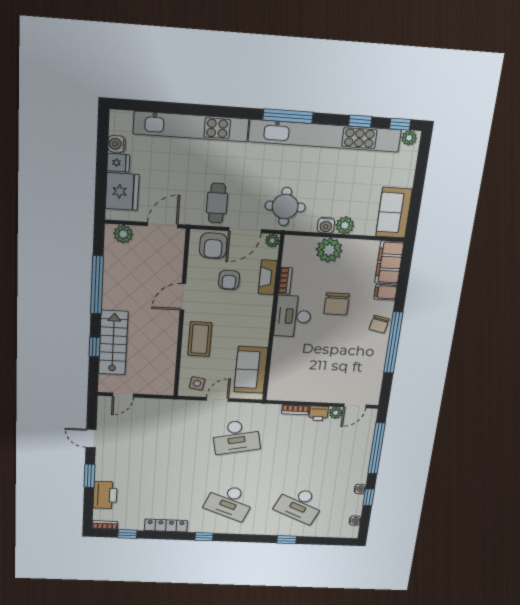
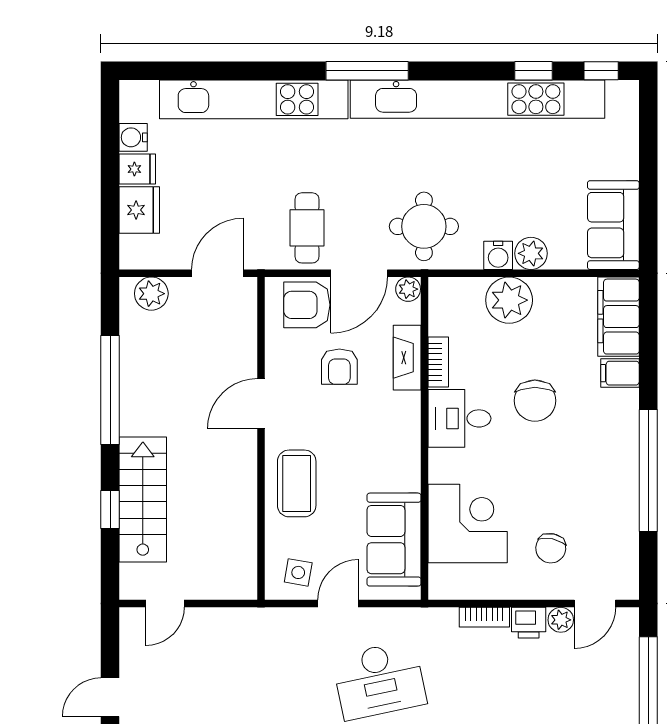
window: (288, 116) -> (367, 71), moved
plant: (409, 138) -> (620, 93), removed
fridge: (122, 192) -> (139, 210), width x0.73, depth x0.75
armchair: (213, 246) -> (307, 305), turned 90
desk: (293, 316) -> (459, 418), width x0.73
chair: (379, 324) -> (551, 548), moved
corner desk: (292, 364) -> (468, 523), added
door: (91, 438) -> (110, 697), hinge flipped

